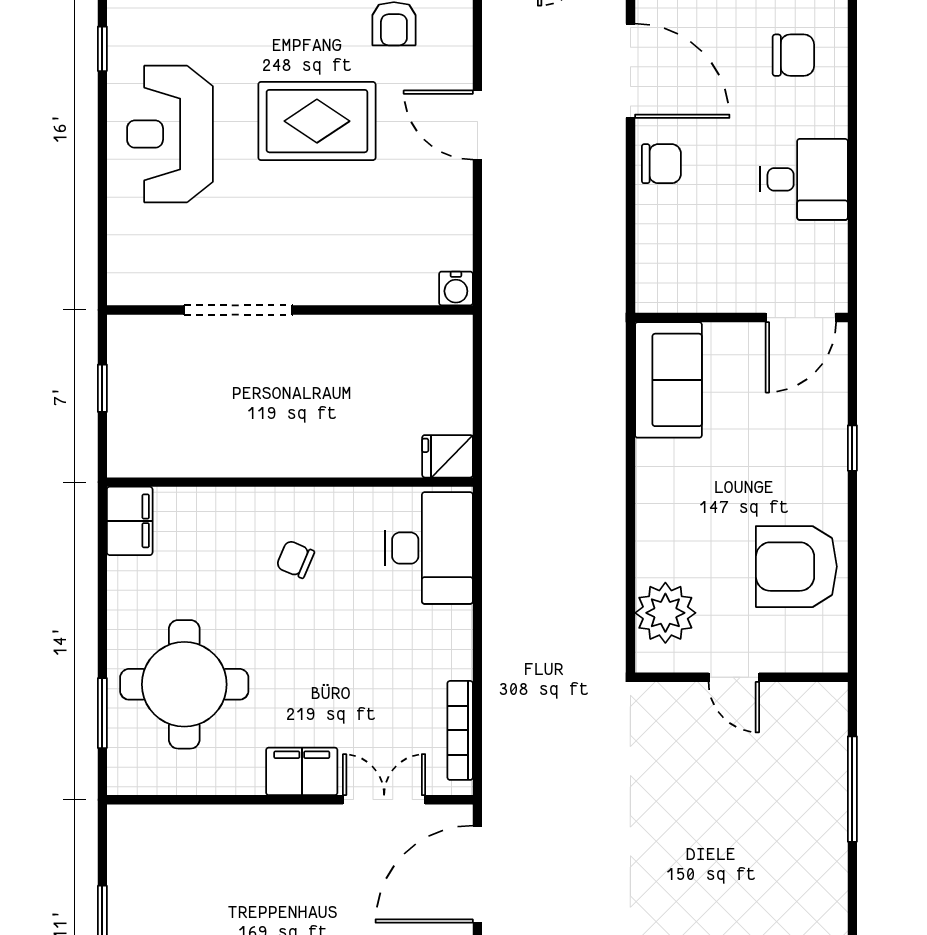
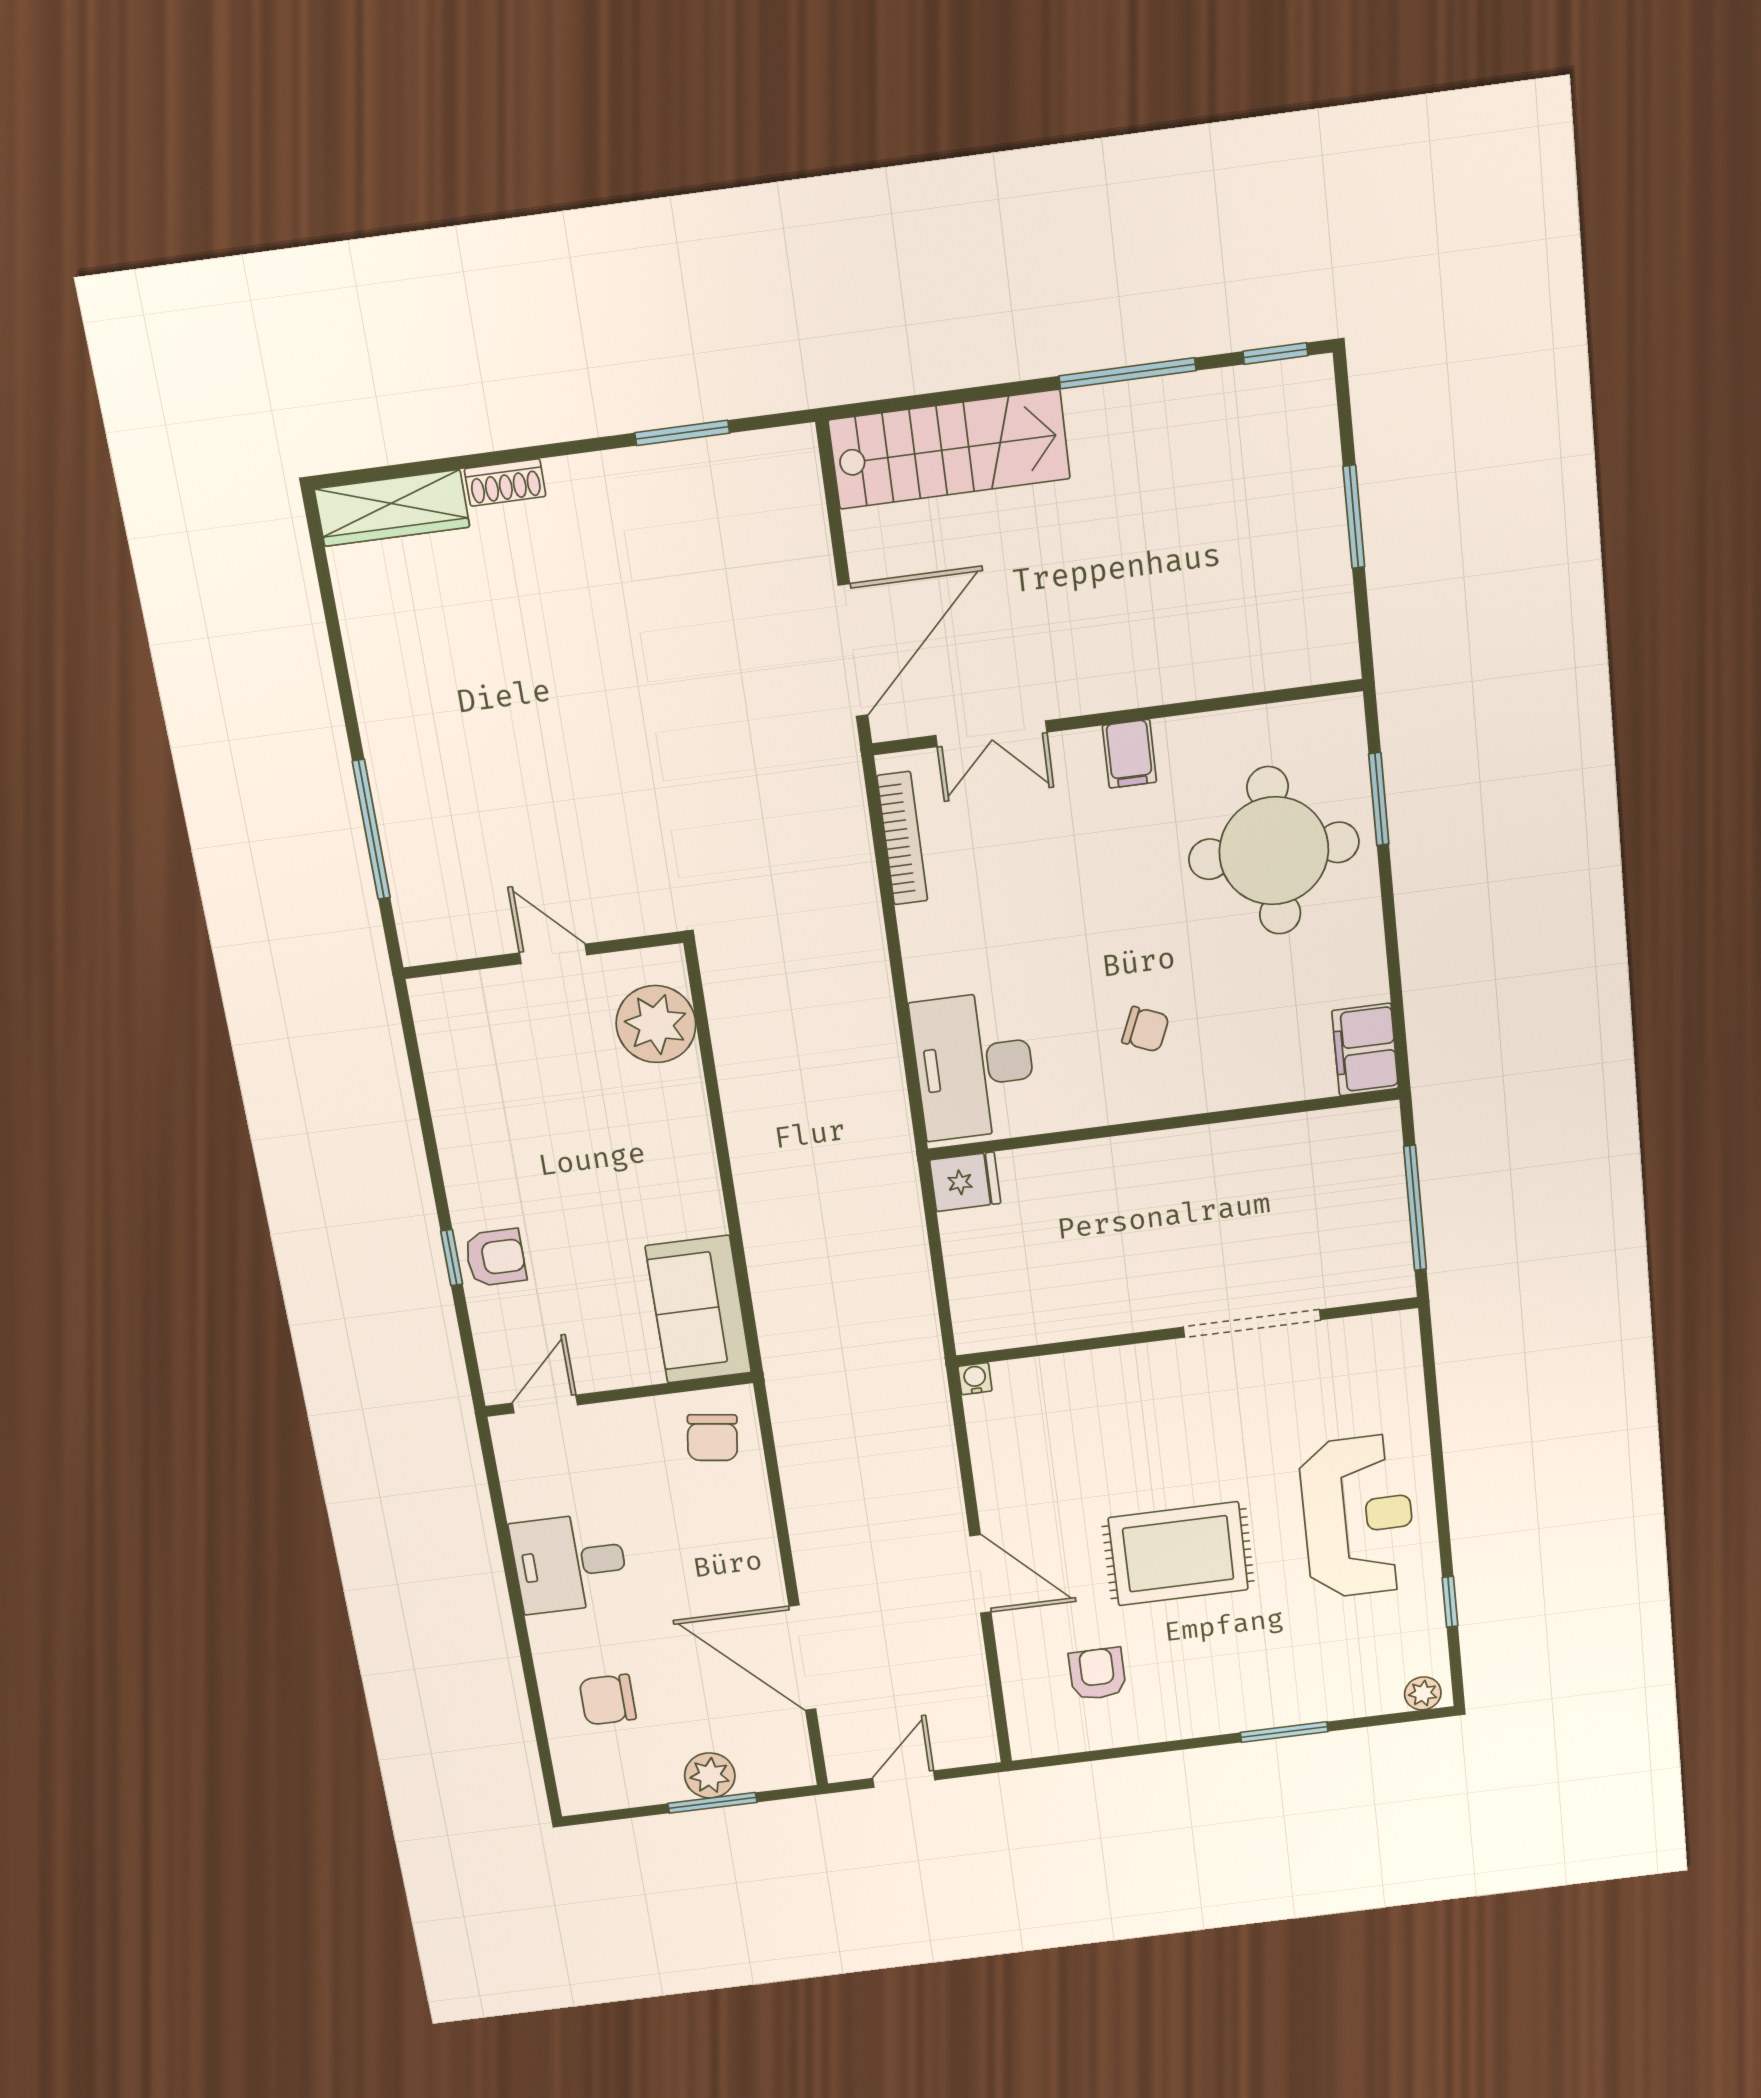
chair: (661, 164) -> (712, 1438), moved, turned -82
water cooler: (456, 288) -> (975, 1379), width x0.72, depth x0.72
door: (801, 318) -> (545, 1404), width x0.73
window: (102, 388) -> (1415, 1208), width x2.17
armchair: (796, 567) -> (495, 1258), moved, width x0.53, depth x0.53
filing cabinet: (302, 771) -> (1129, 754), width x0.50

